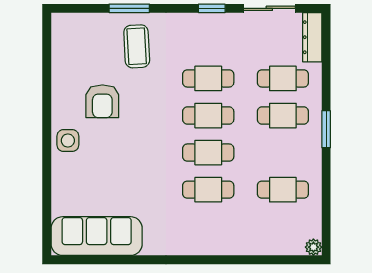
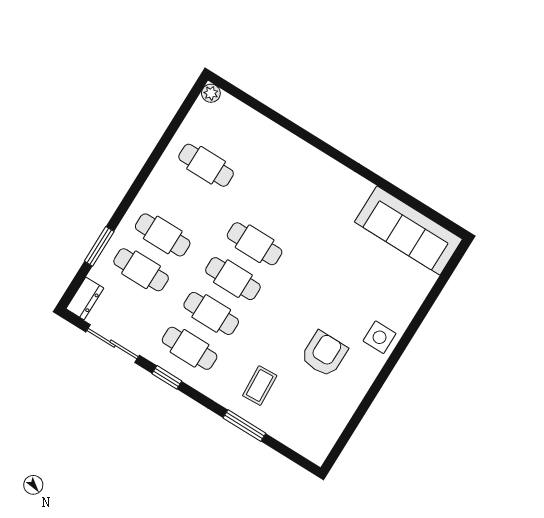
dresser: (312, 37) -> (85, 298), width x0.70
coffee table: (137, 46) -> (260, 386), width x0.73, depth x0.77
window: (326, 129) -> (99, 246), moved
cafe table: (208, 190) -> (190, 348), moved

